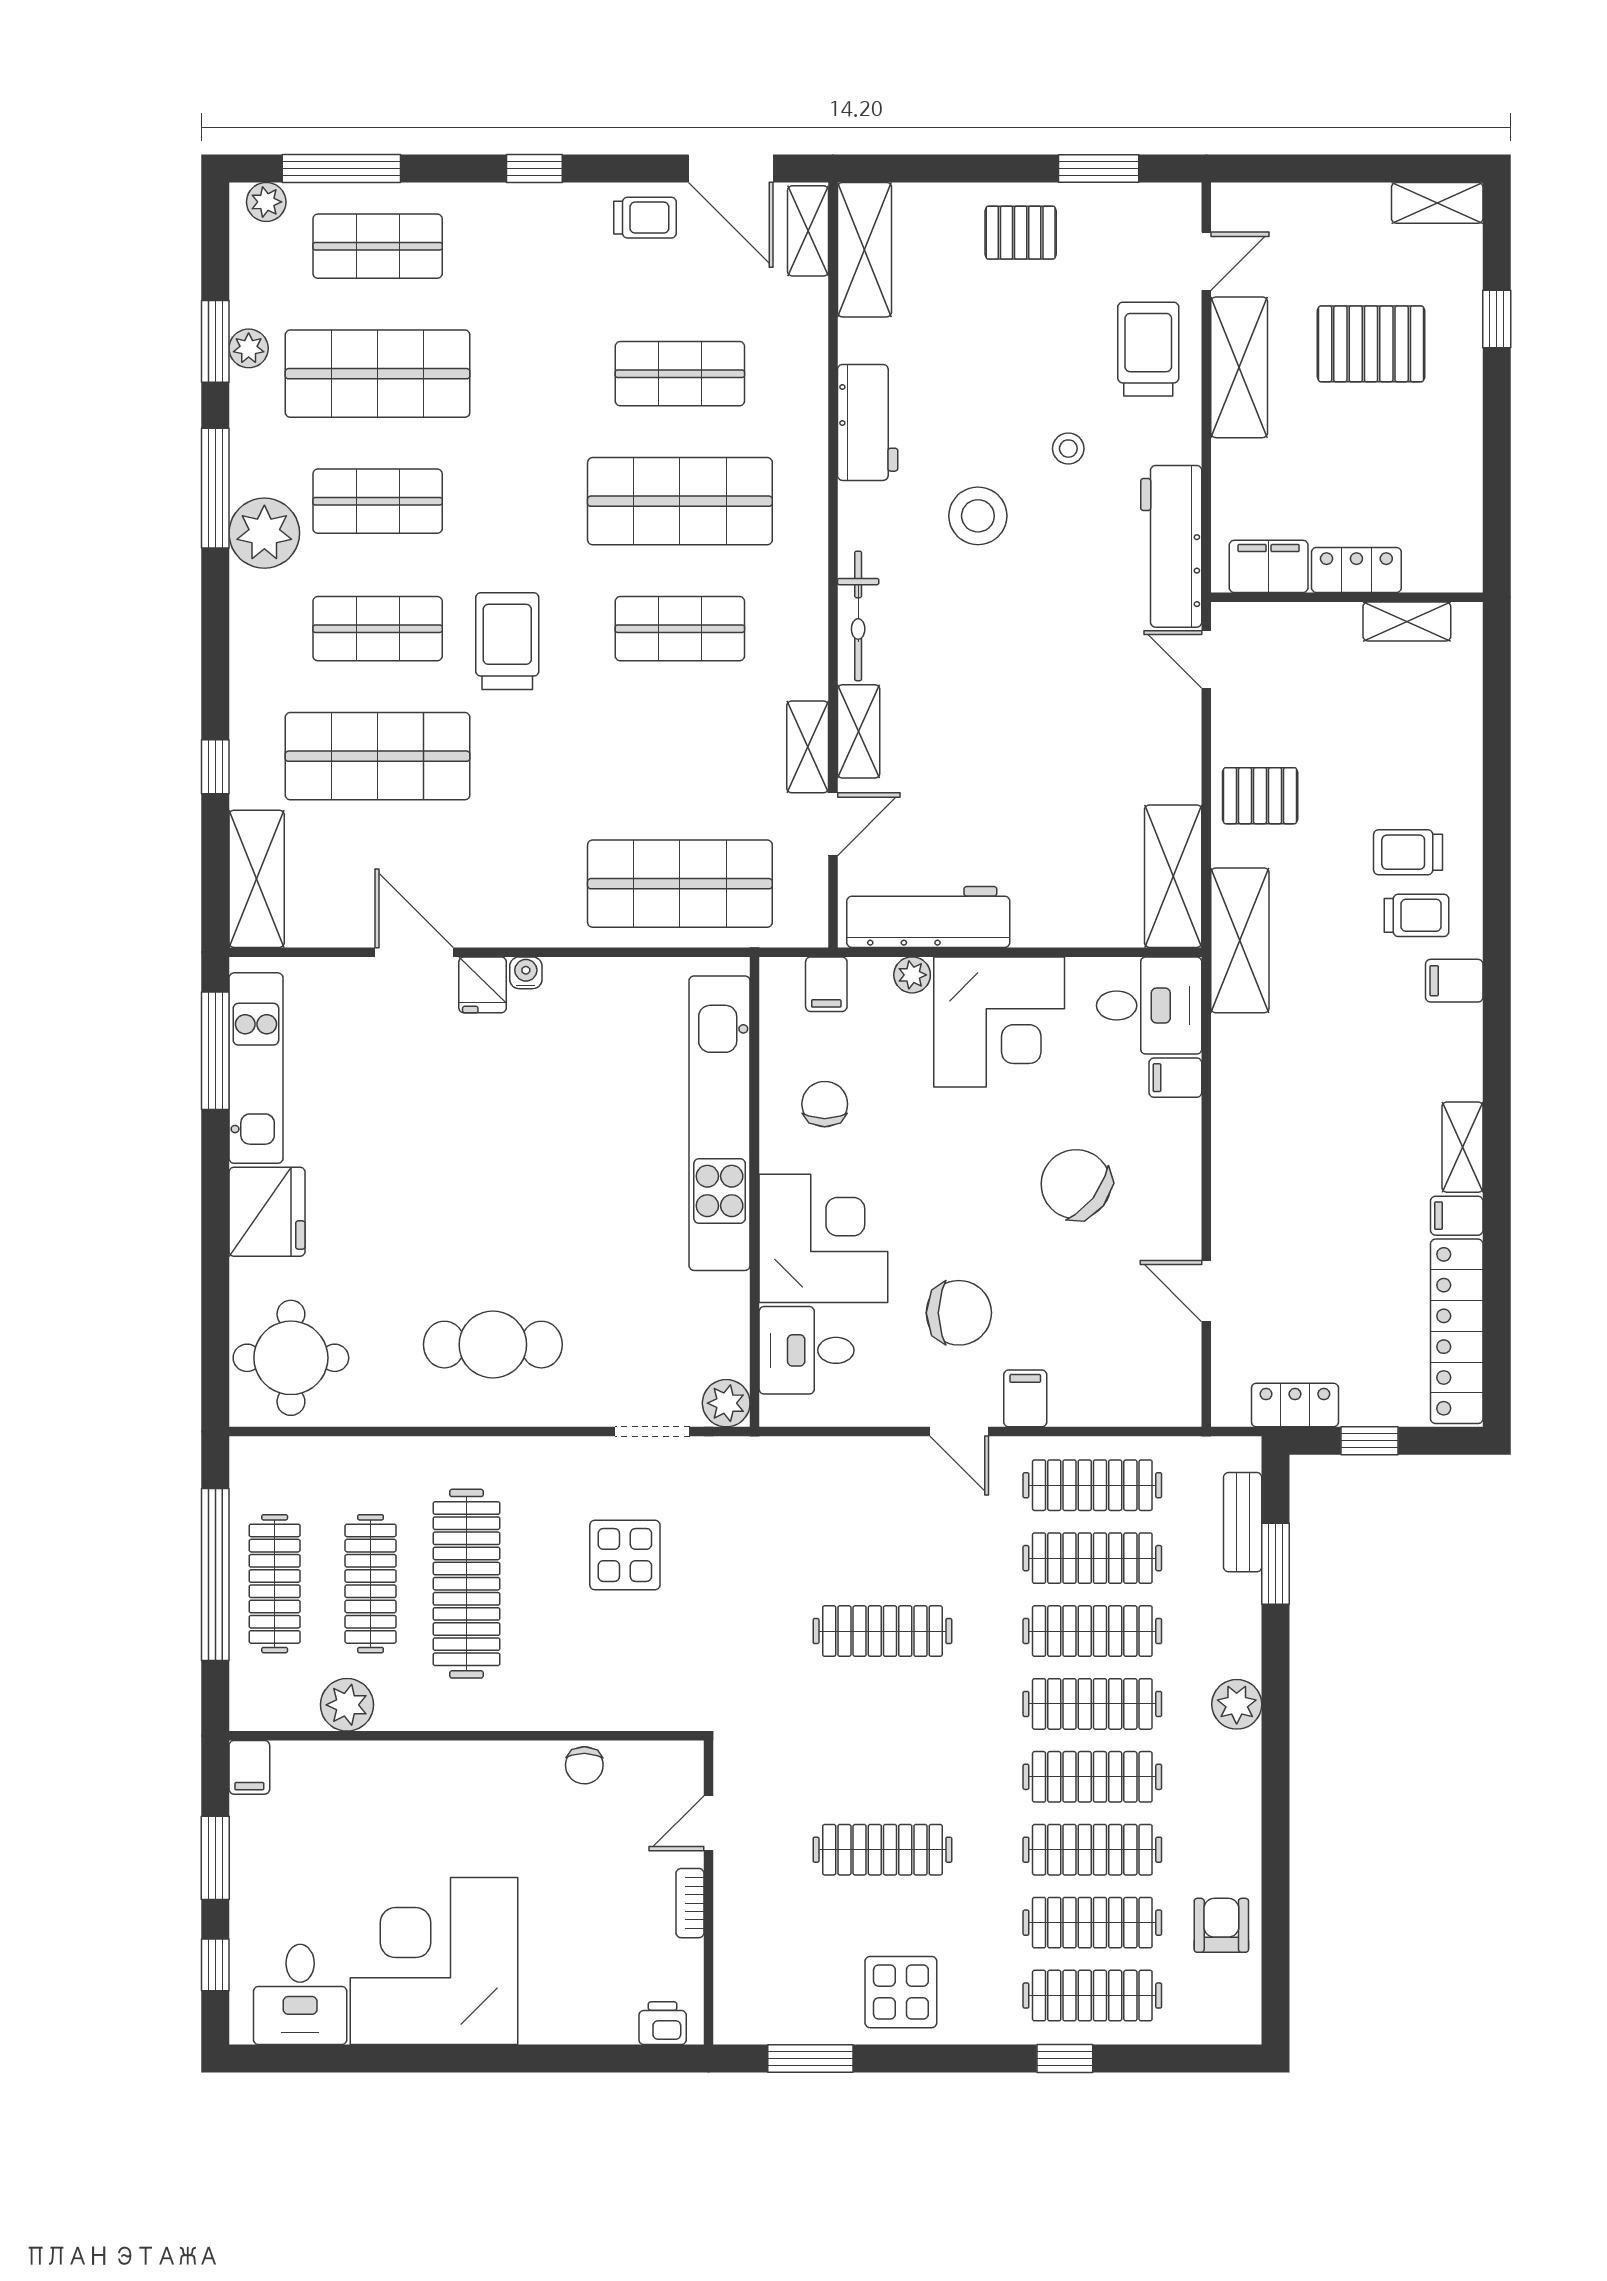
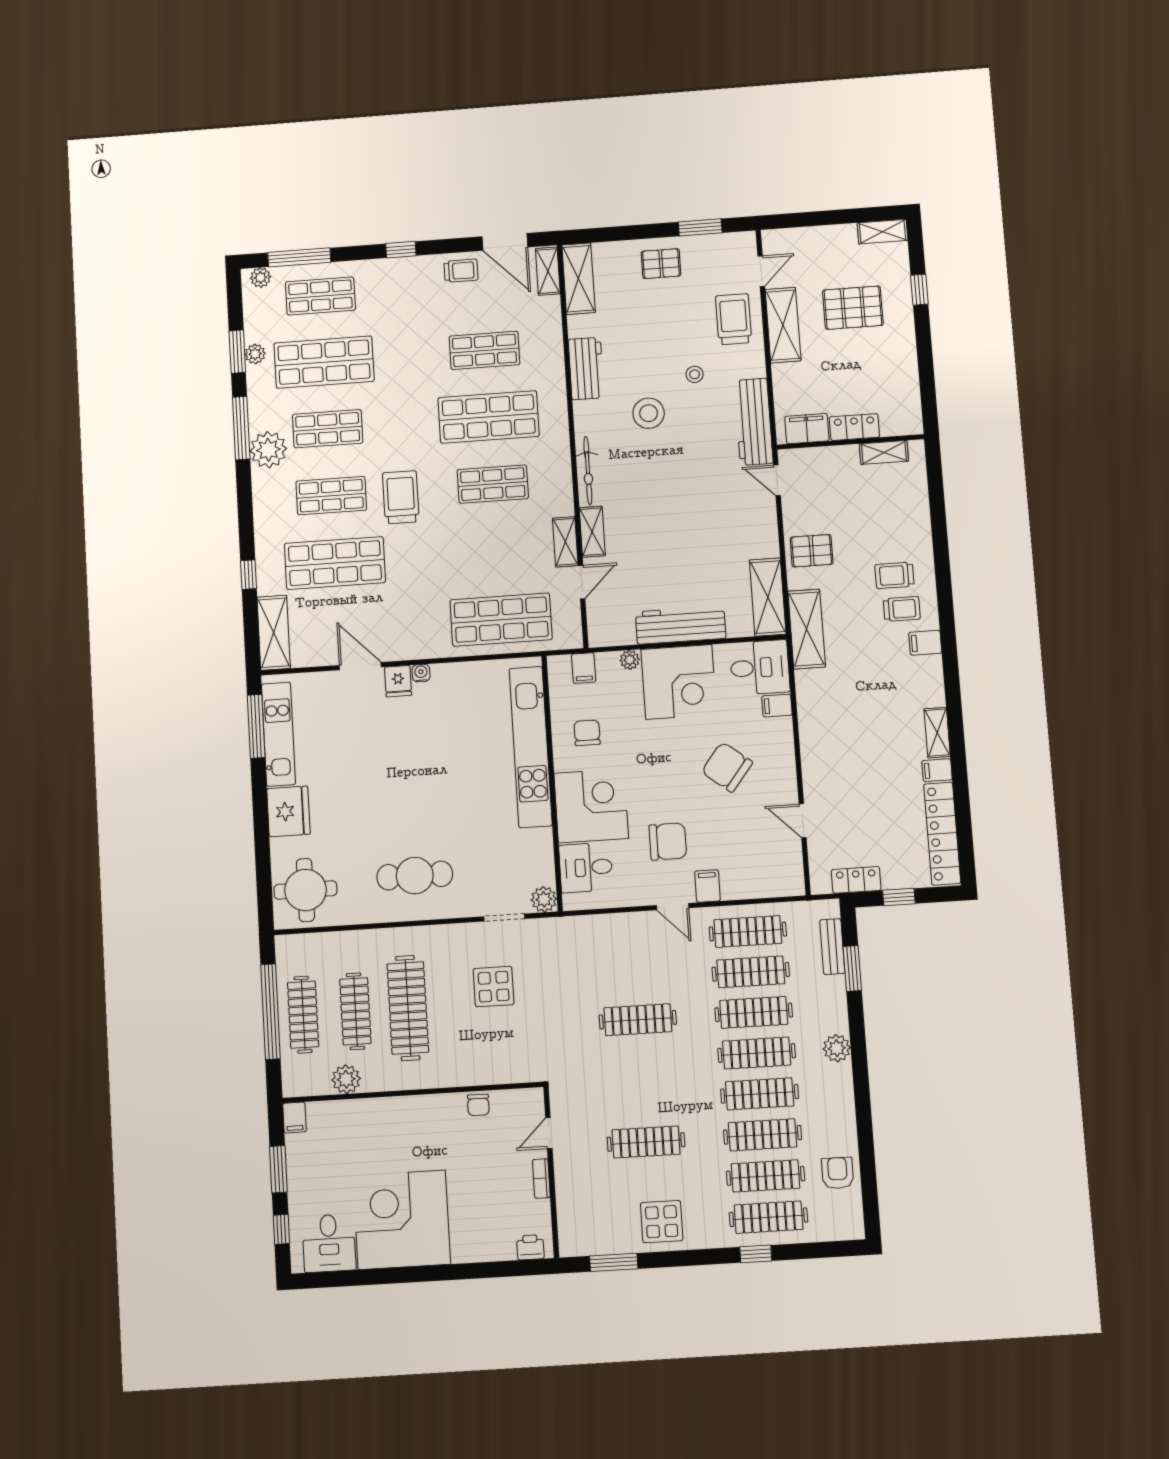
workbench: (928, 917) -> (681, 625), moved

